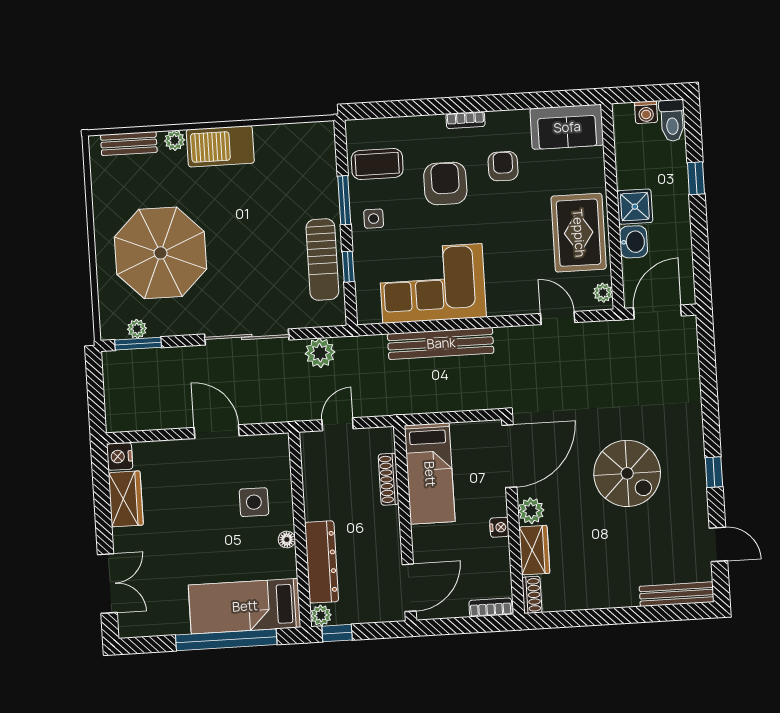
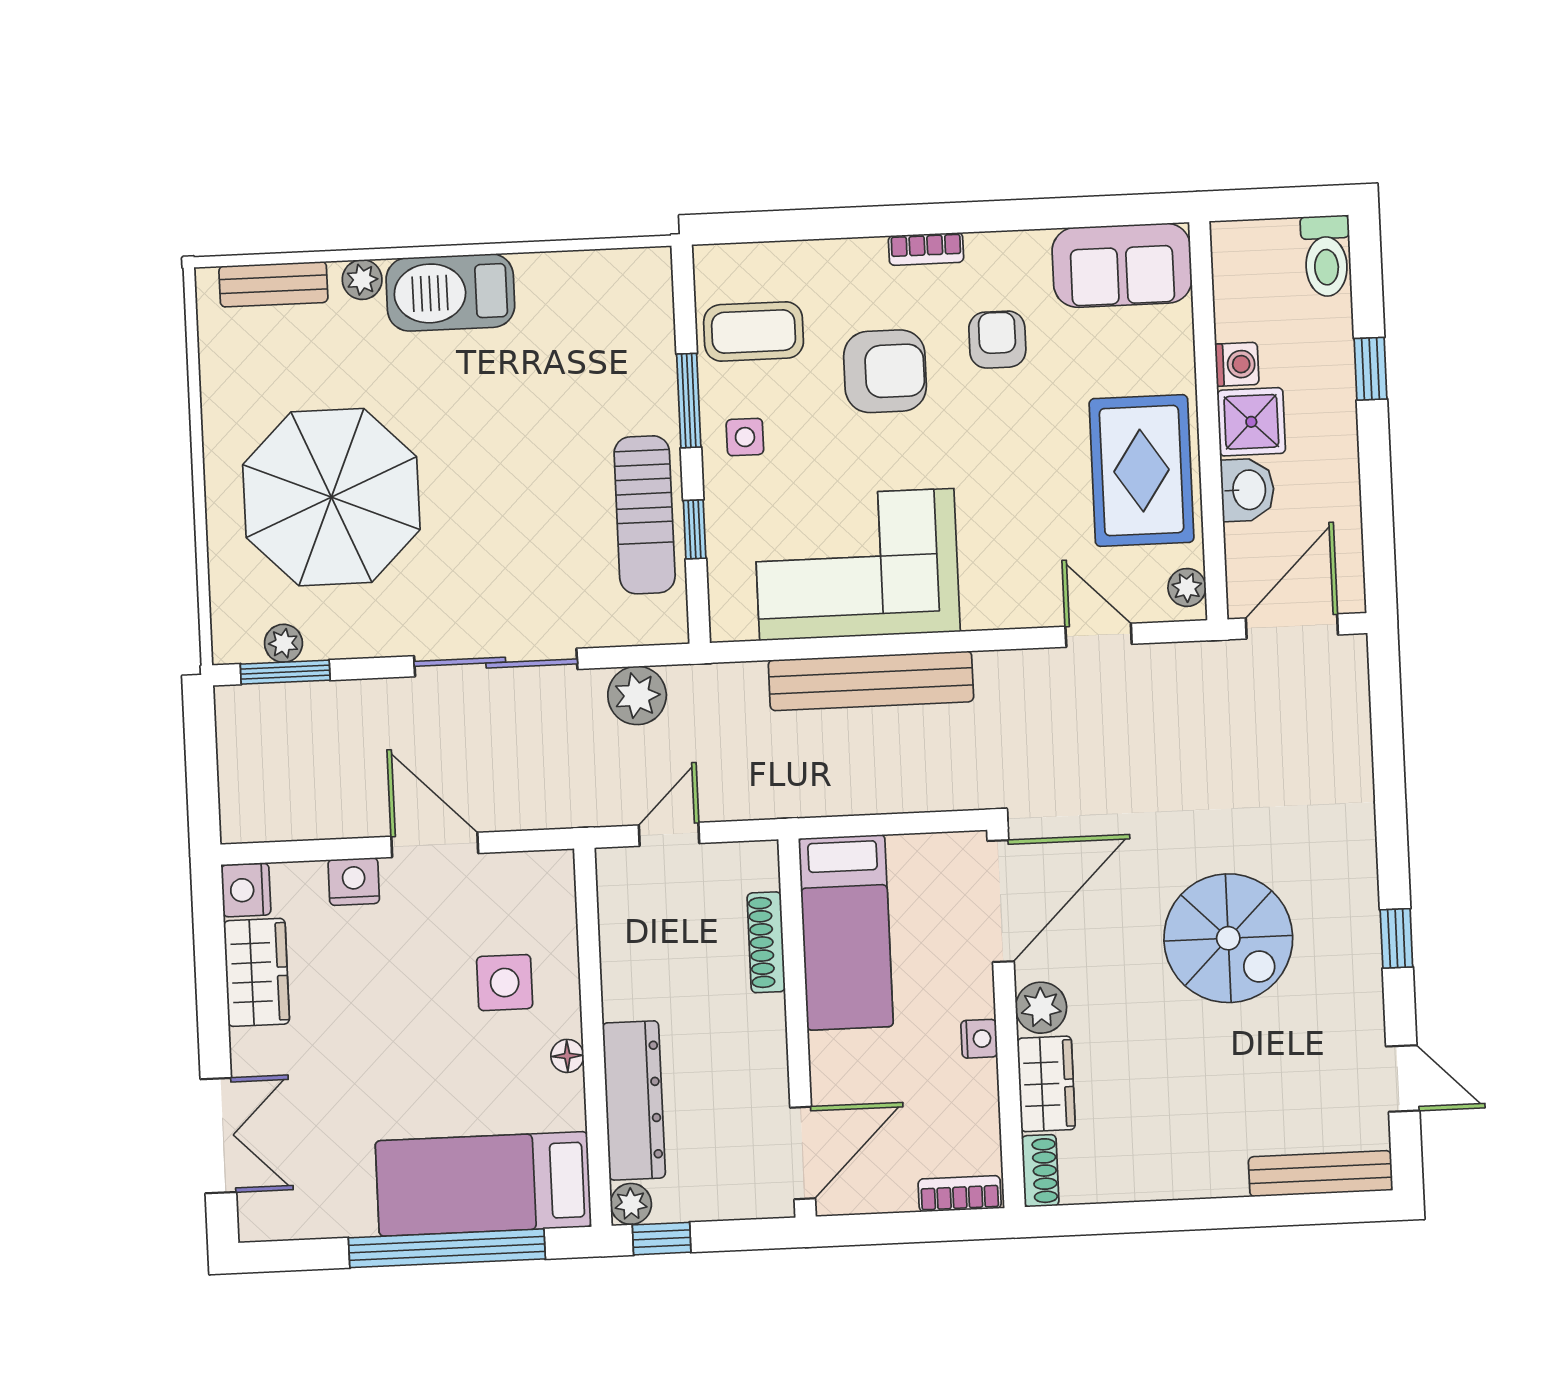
washing machine: (646, 112) -> (1237, 364), moved, turned -90
armchair: (445, 183) -> (885, 371), turned 90
nightstand: (175, 451) -> (354, 882), added

